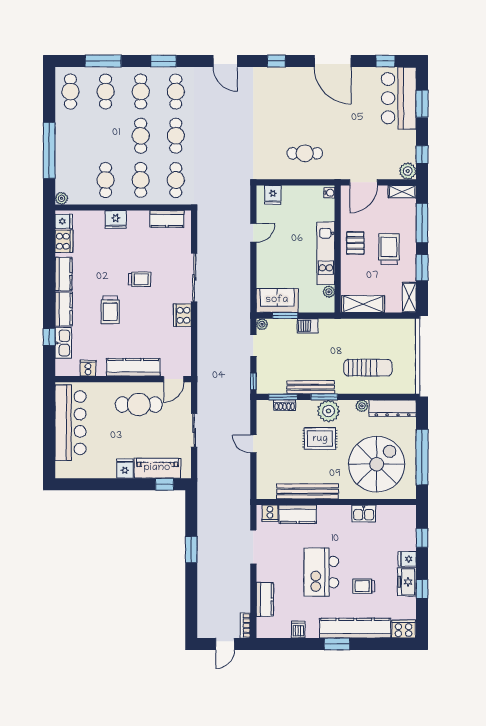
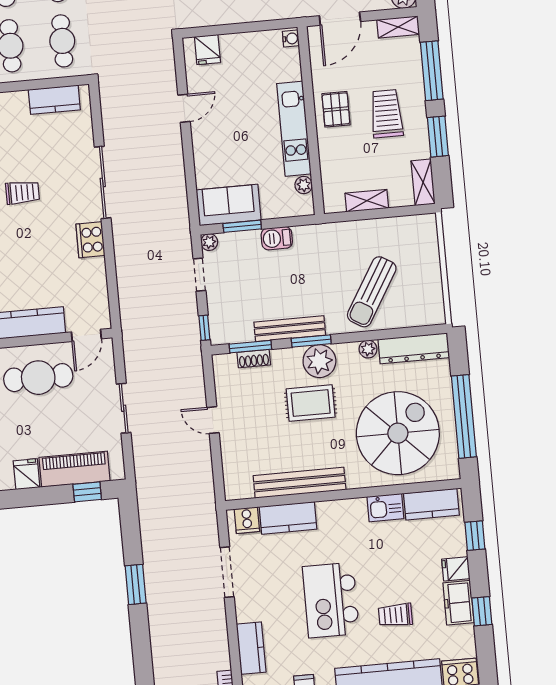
shelving: (363, 304) -> (367, 201), width x0.67, depth x0.75
sun lounger: (368, 368) -> (372, 292), turned 121
kitchen counter: (395, 514) -> (431, 504), added

